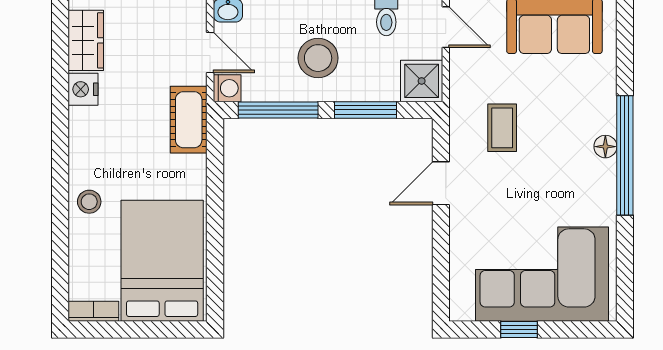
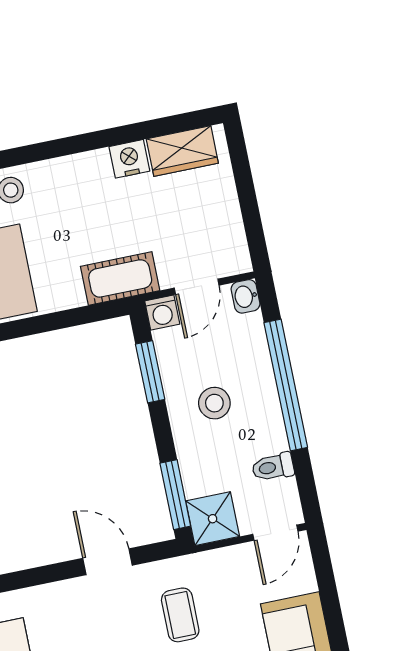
stool: (318, 58) -> (214, 403), width x0.73, depth x0.73
window: (278, 110) -> (150, 372), width x0.69
window: (365, 110) -> (175, 495), moved
coffee table: (502, 128) -> (180, 615), turned 90

